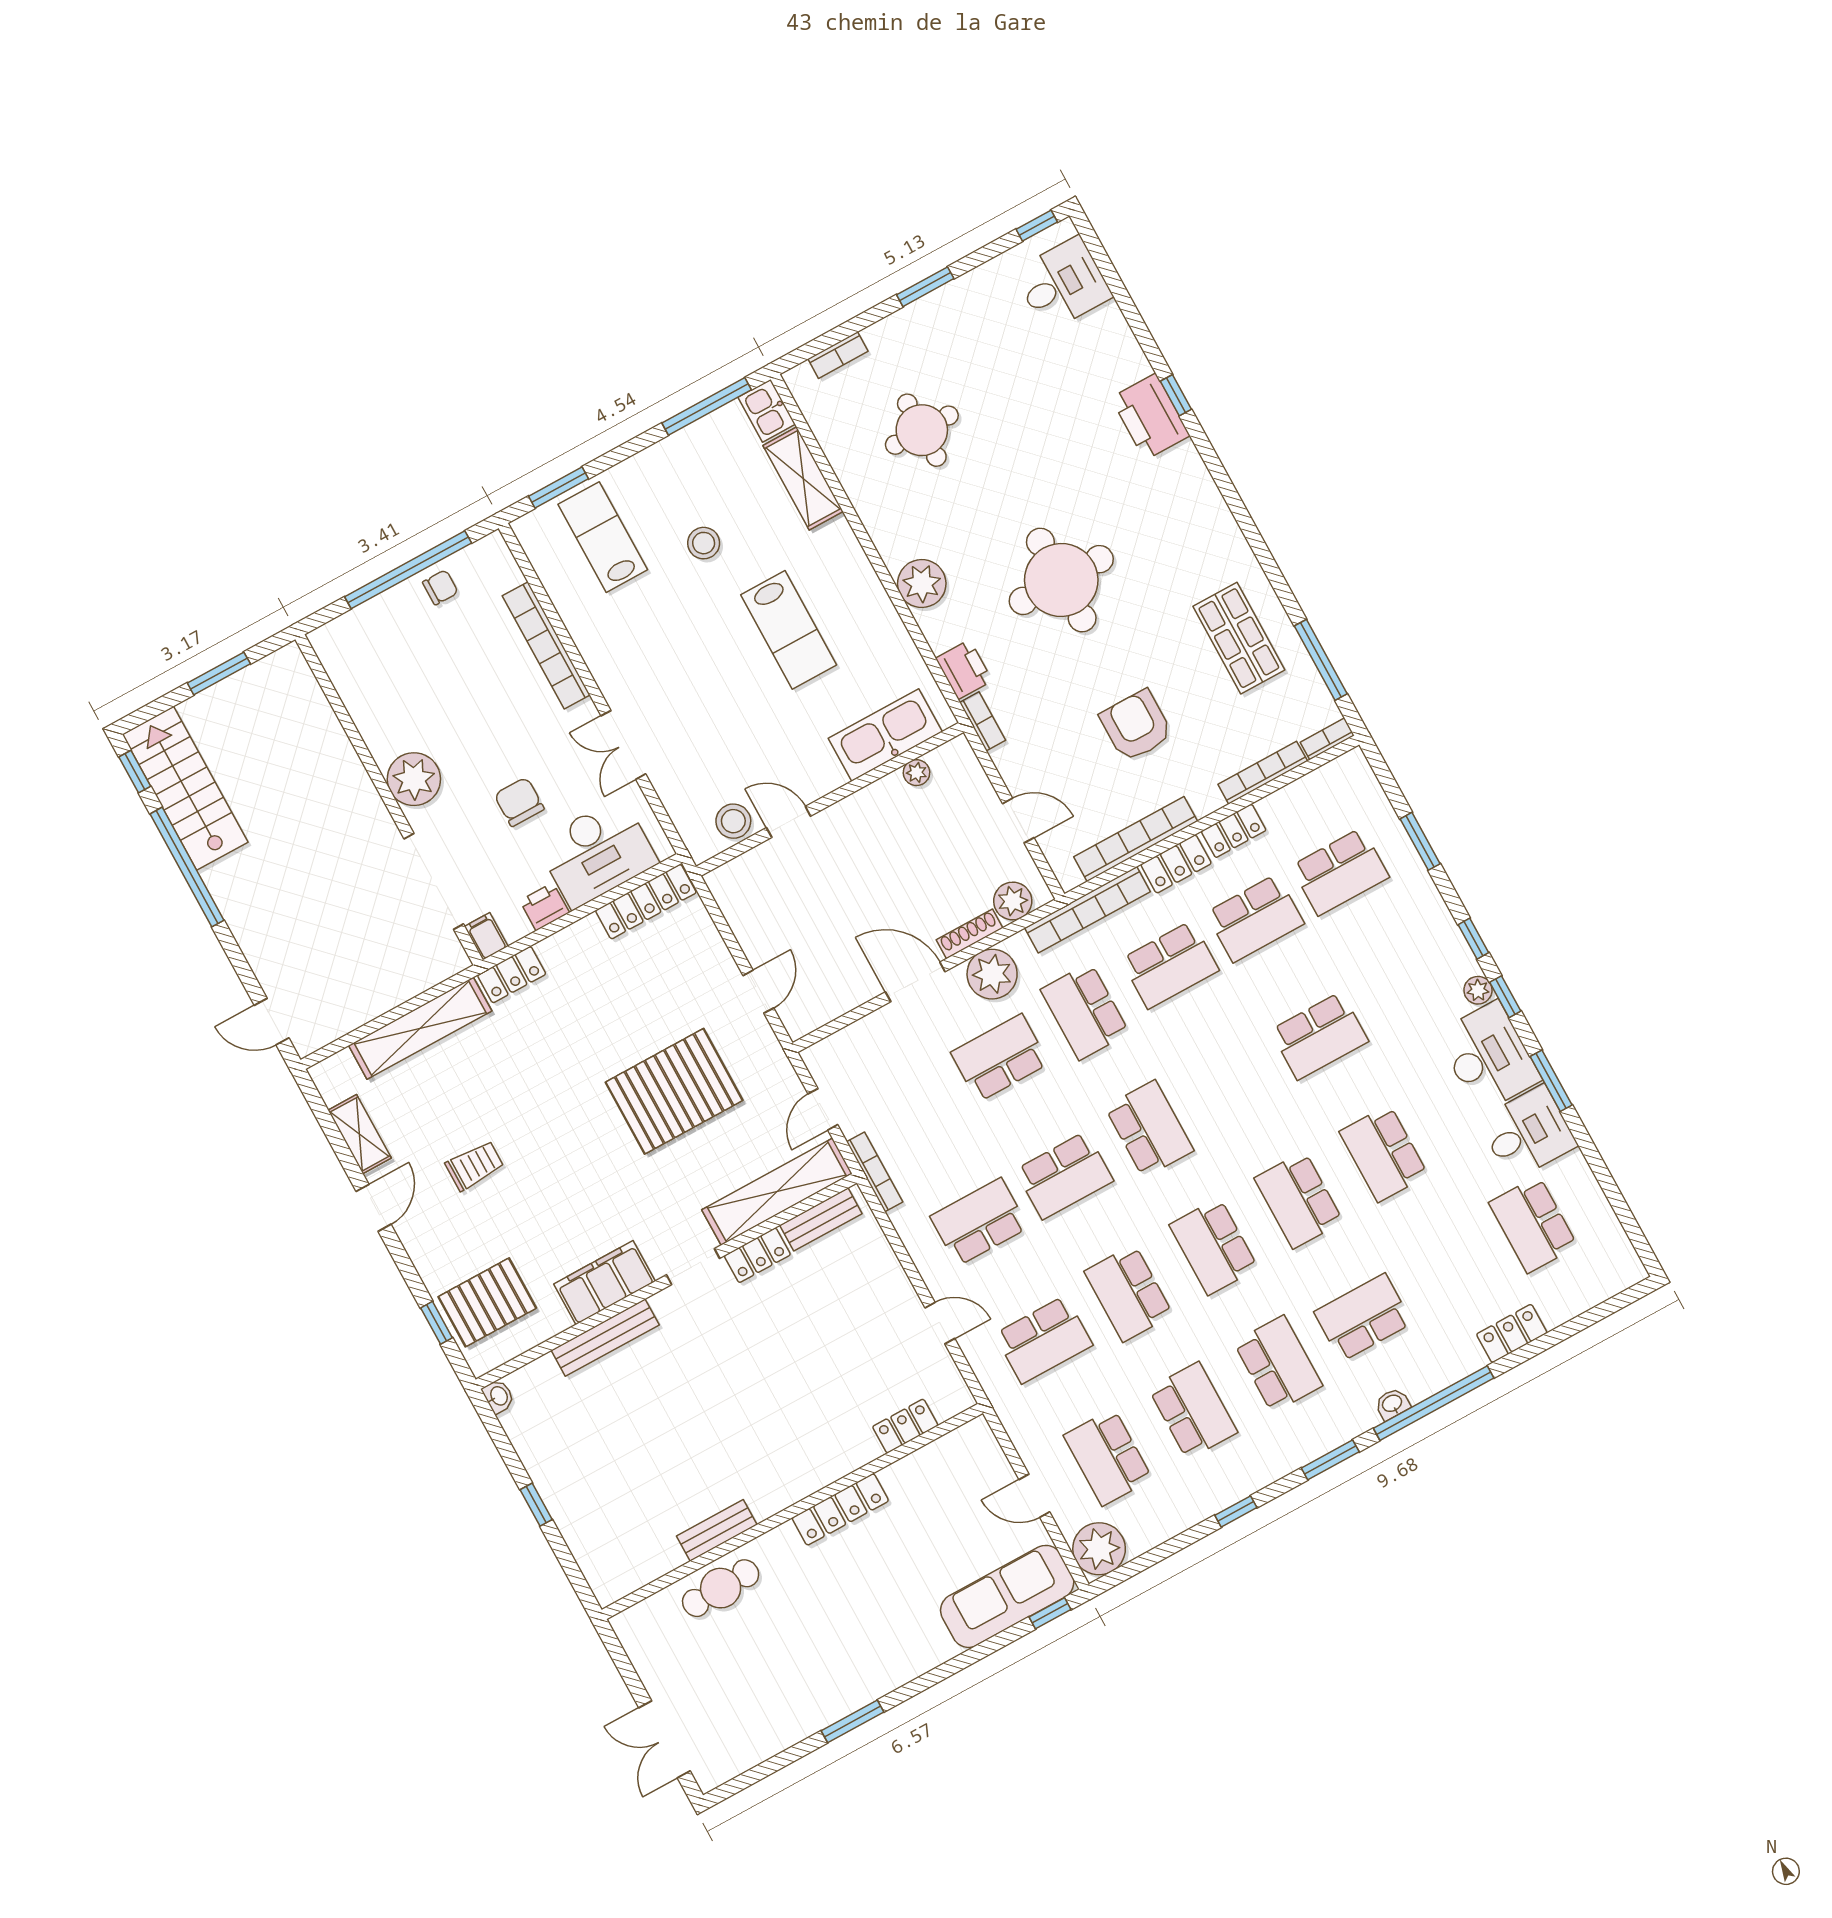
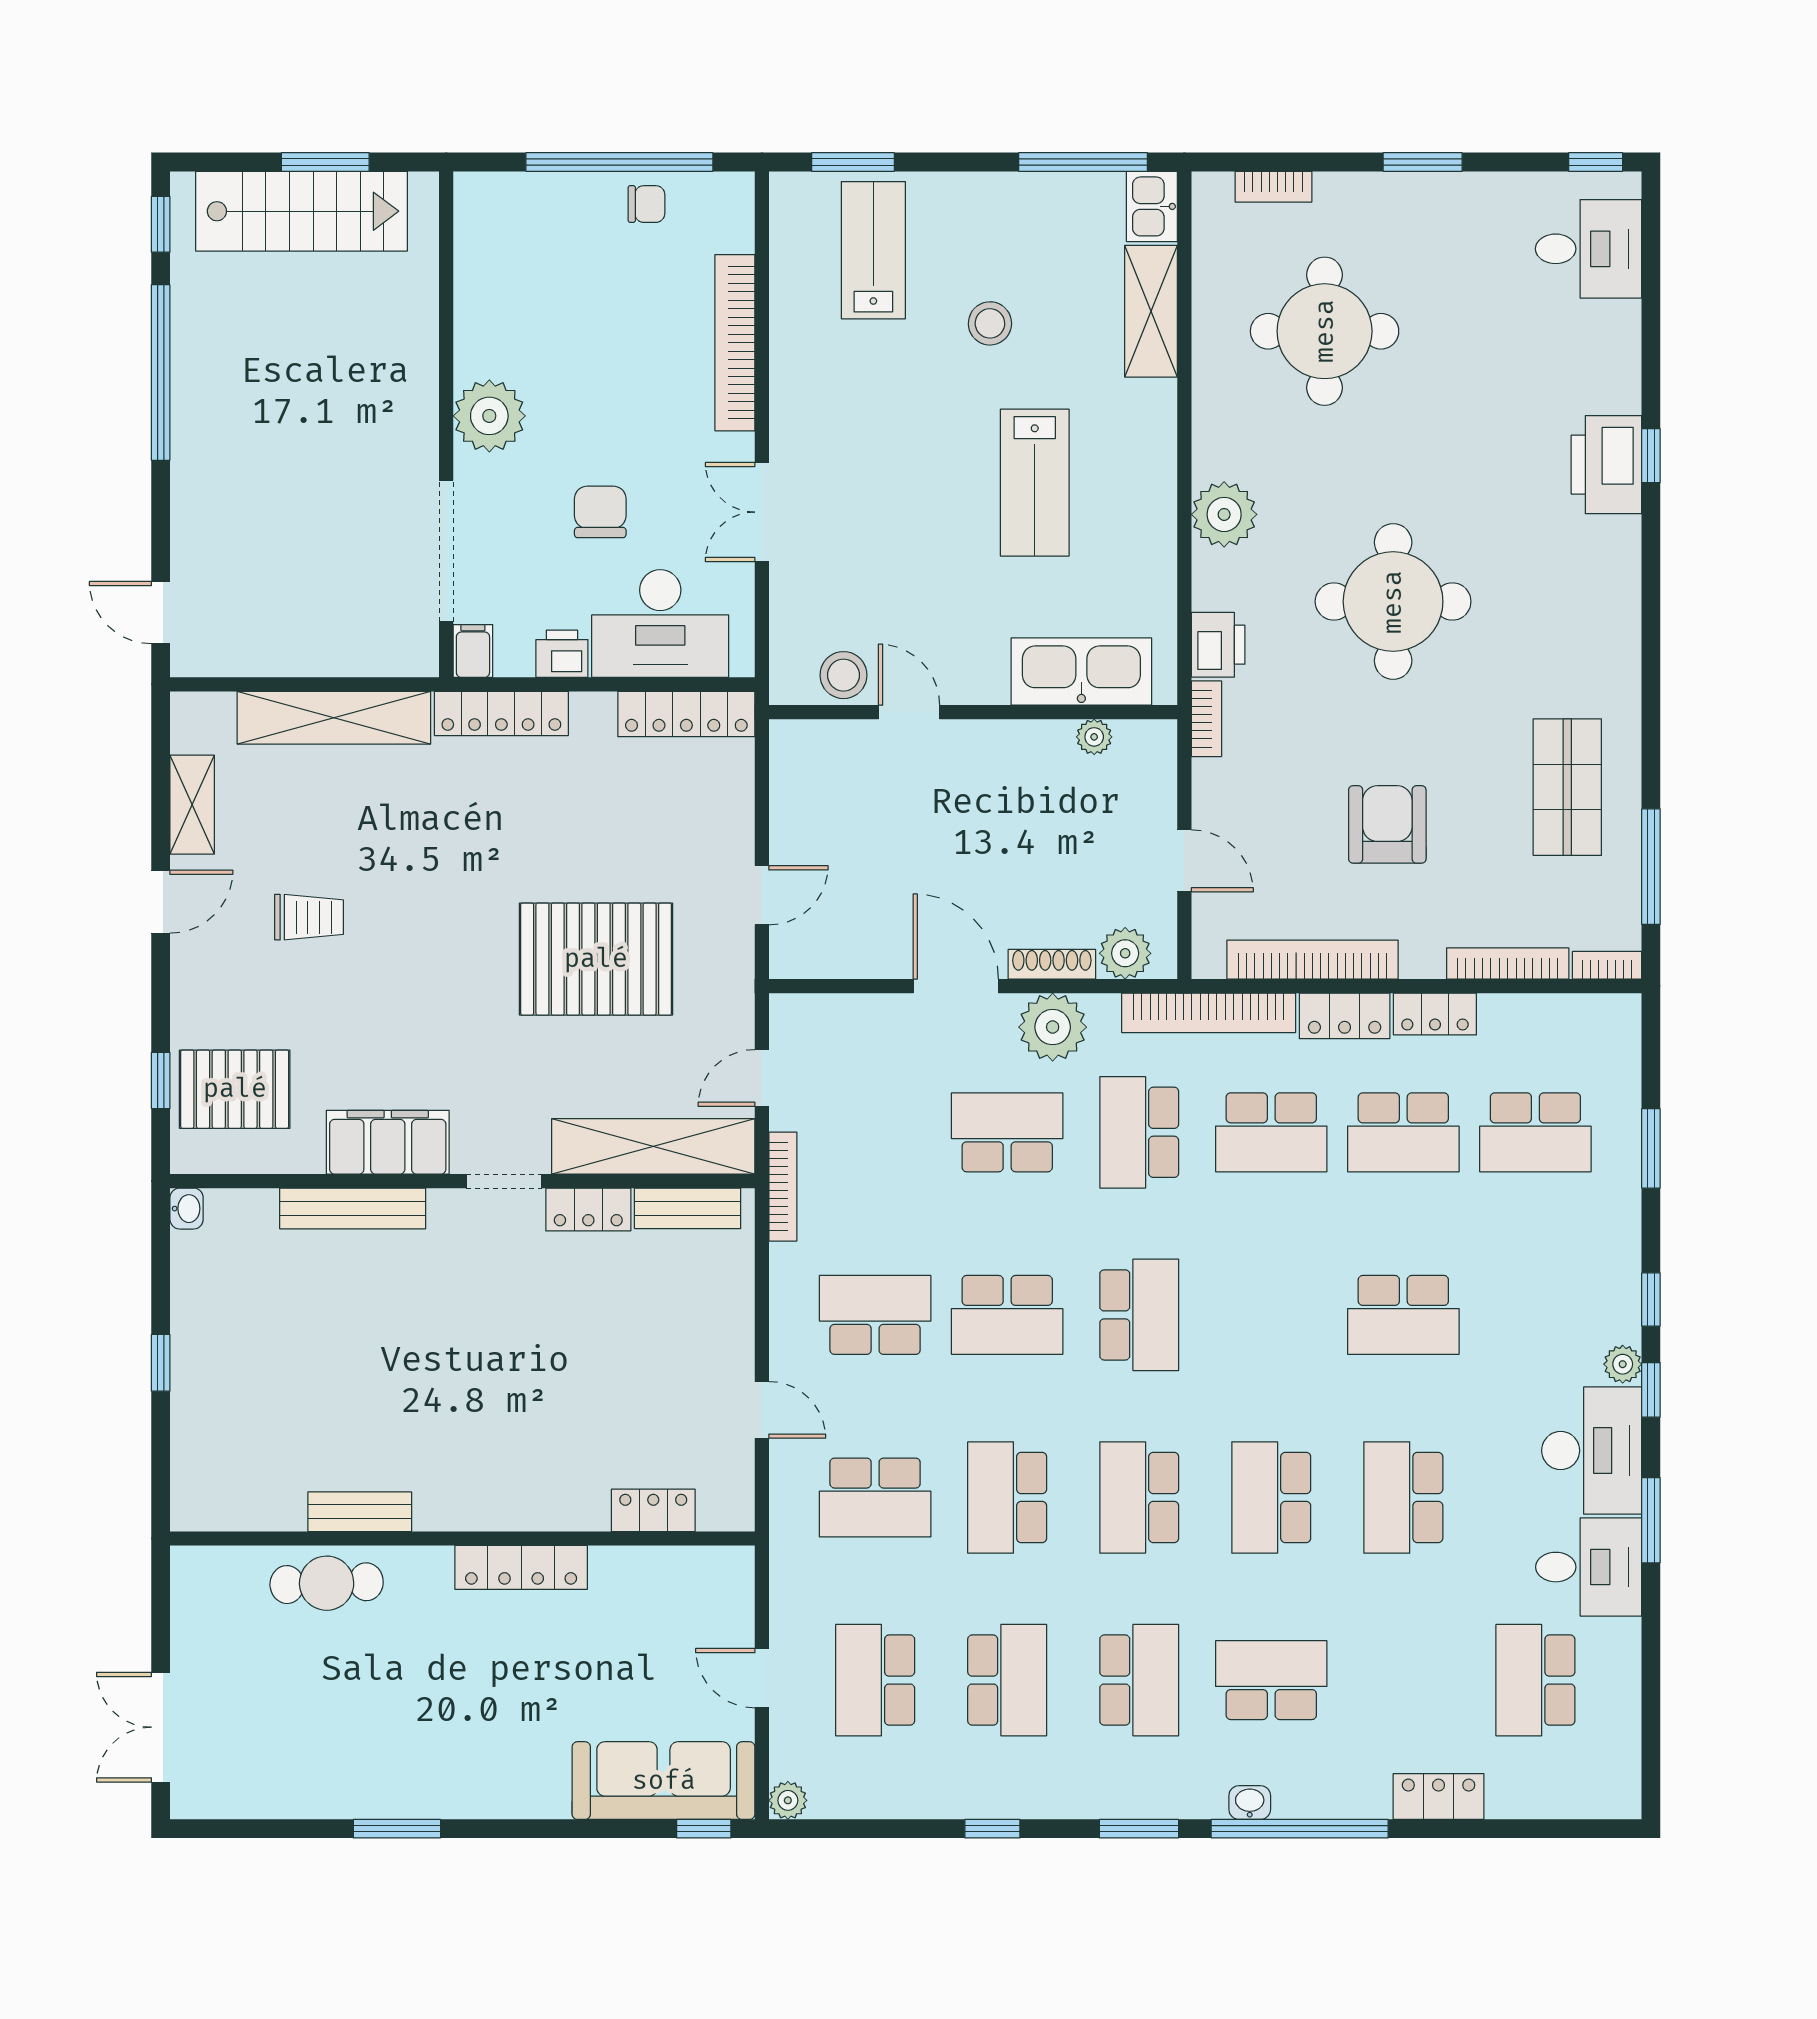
round table: (922, 430) -> (1325, 331), width x1.36, depth x1.36
stairs: (185, 788) -> (302, 211), moved, turned 90
locker: (512, 975) -> (501, 713), width x1.53
plant: (1099, 1549) -> (788, 1800), width x0.53, depth x0.53

